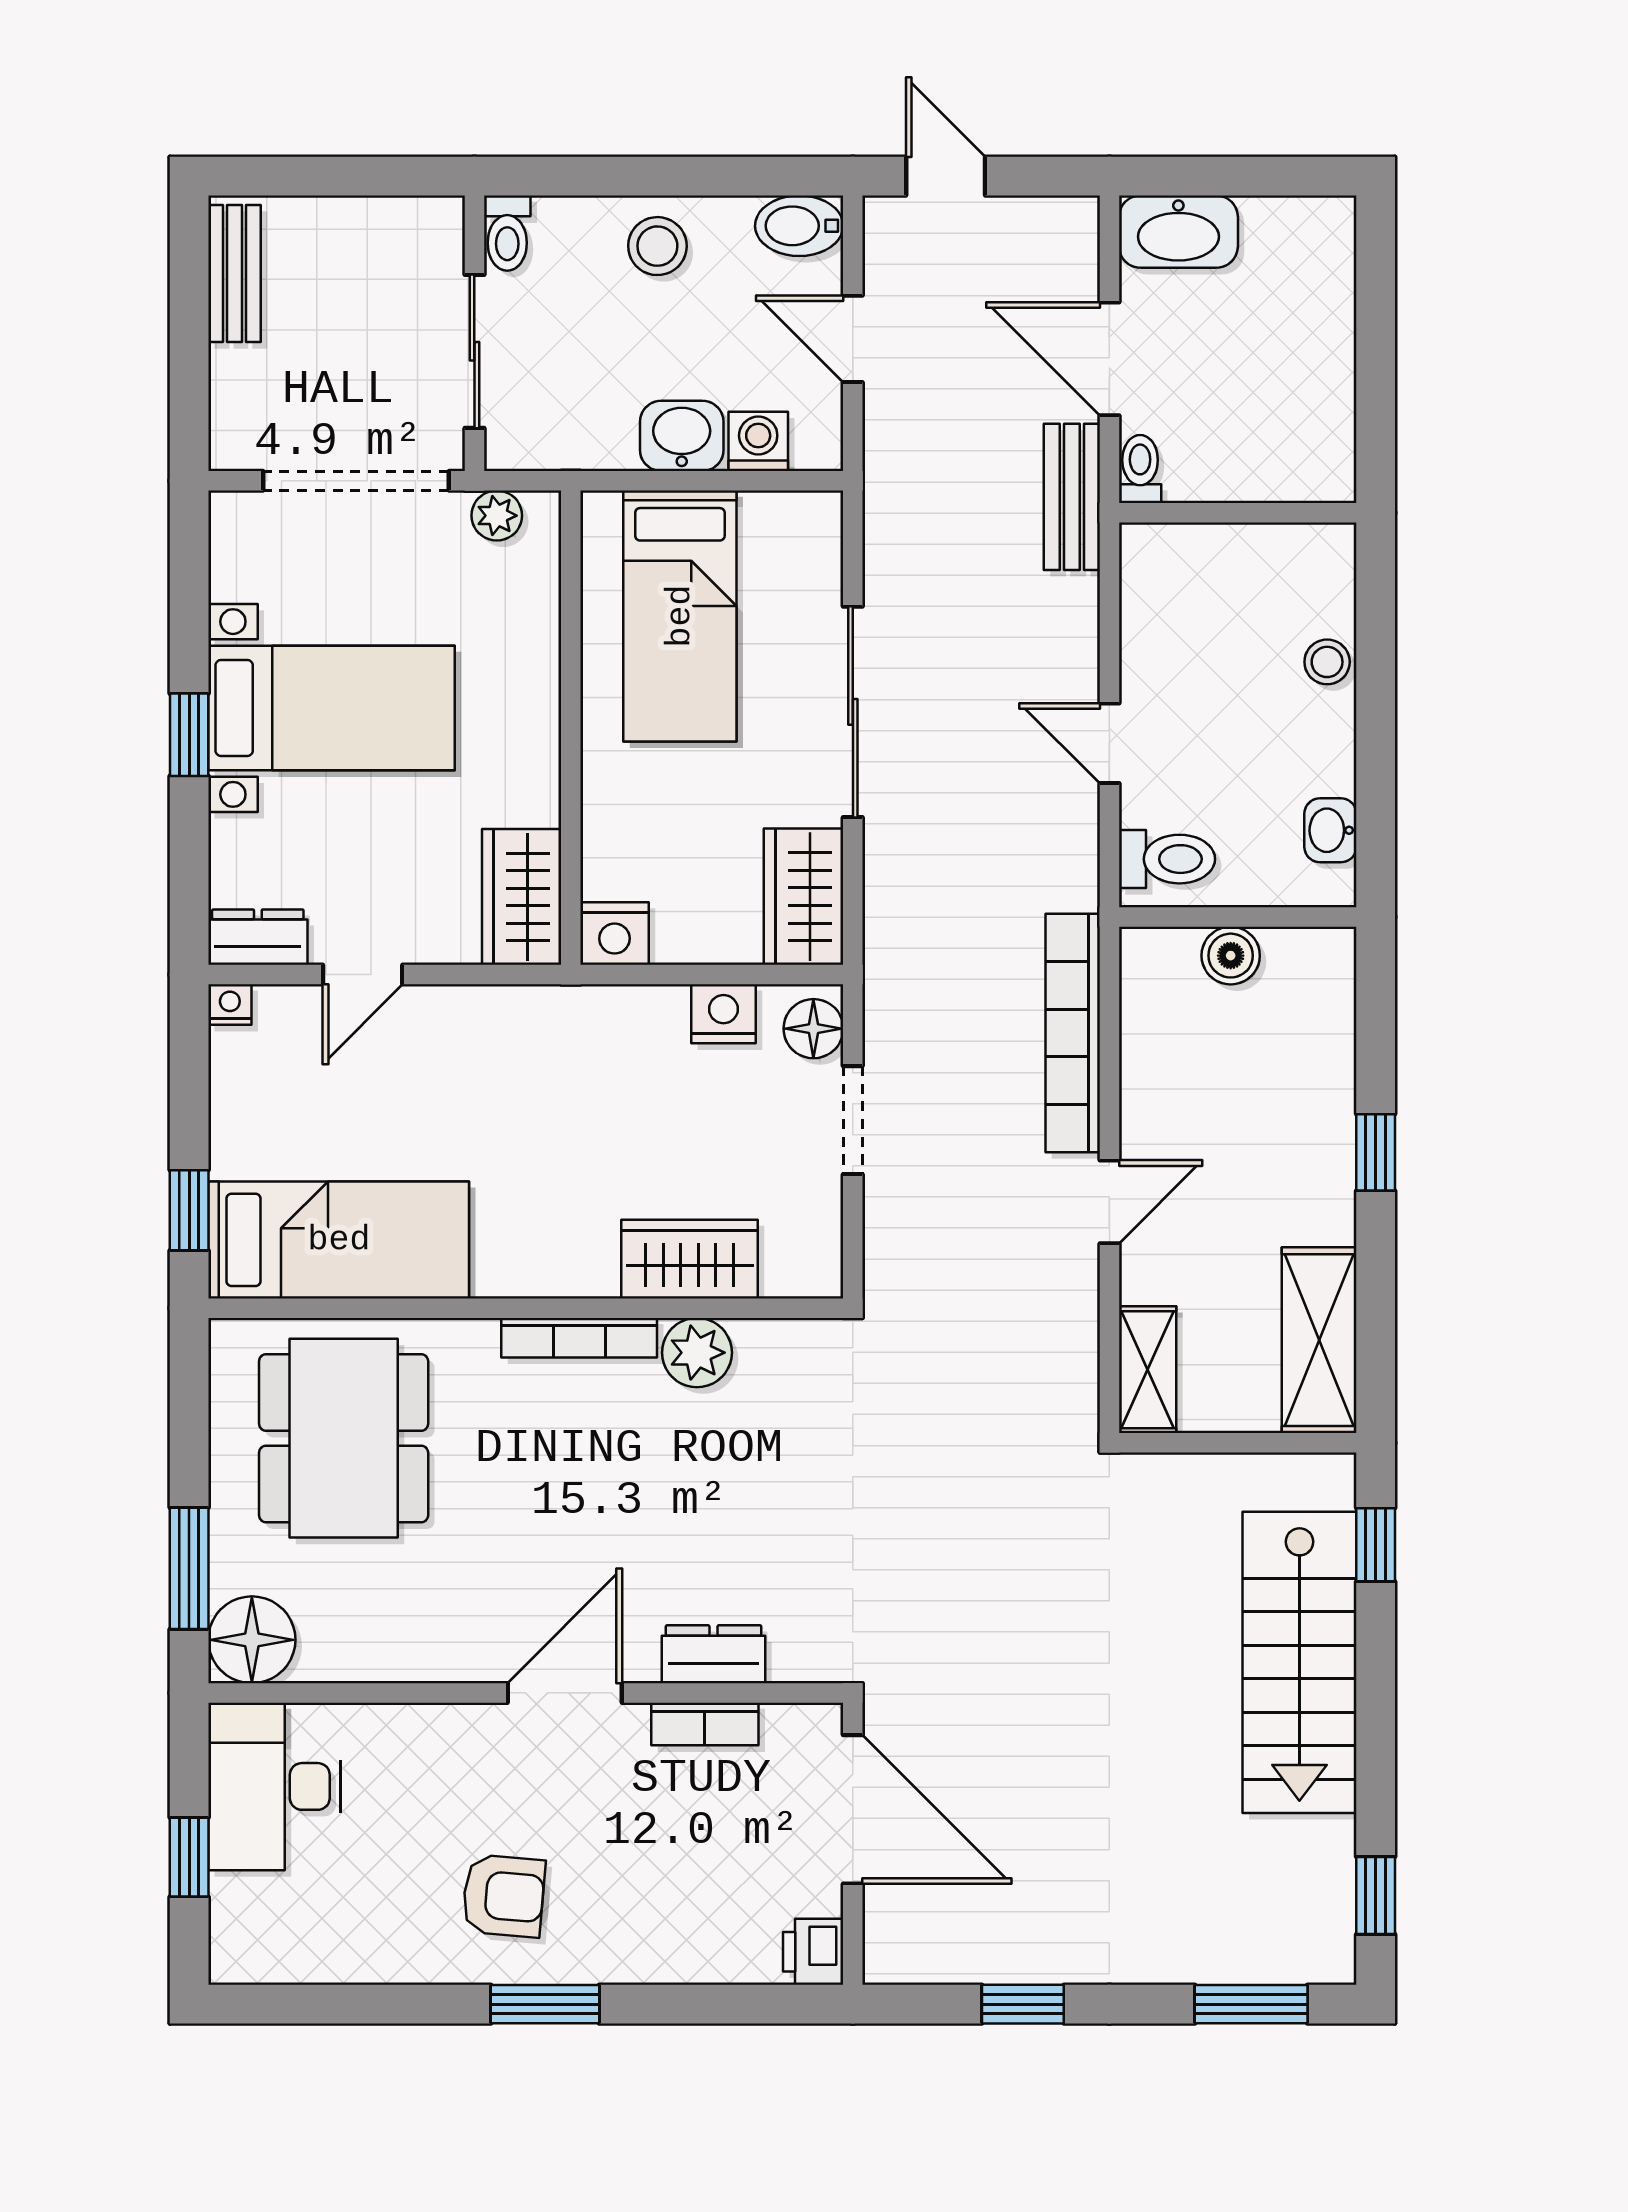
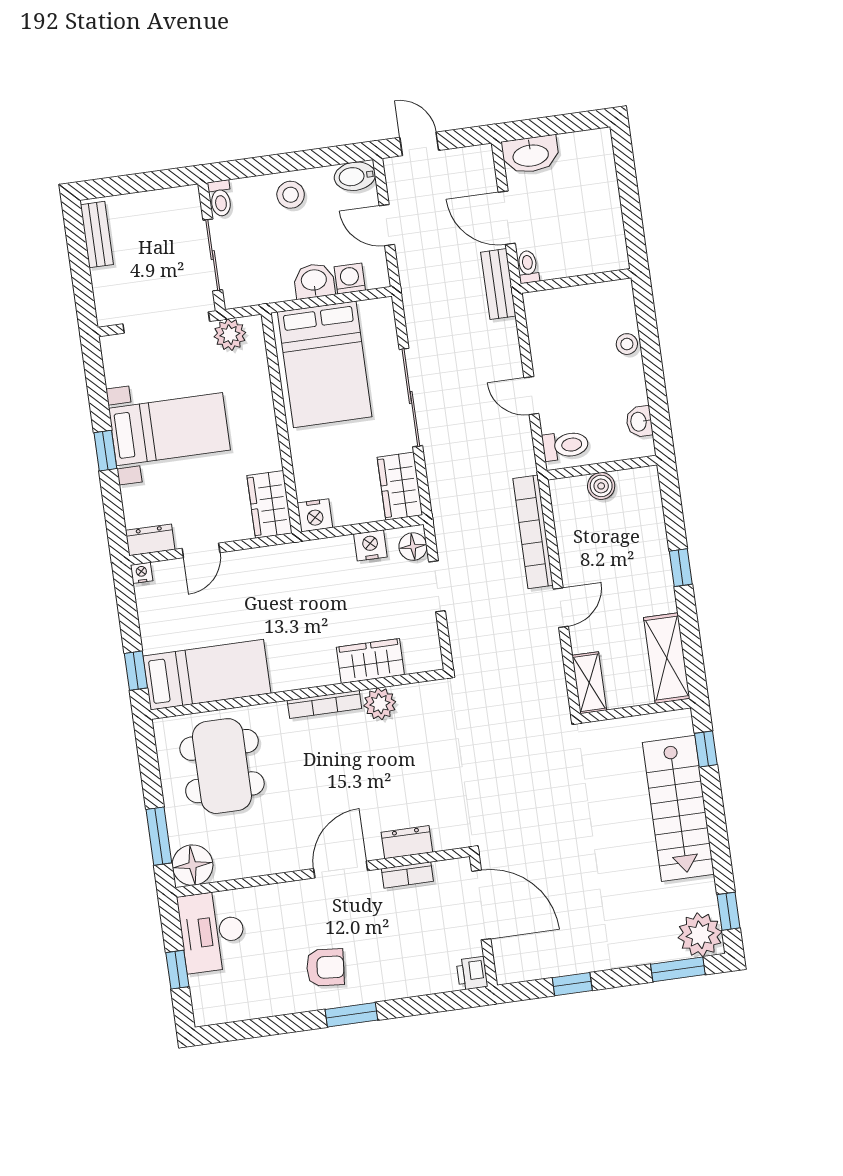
plant: (497, 516) -> (230, 335), width x1.38, depth x1.38
bed: (680, 616) -> (325, 364), width x1.50
plant: (1309, 1937) -> (700, 935), added

